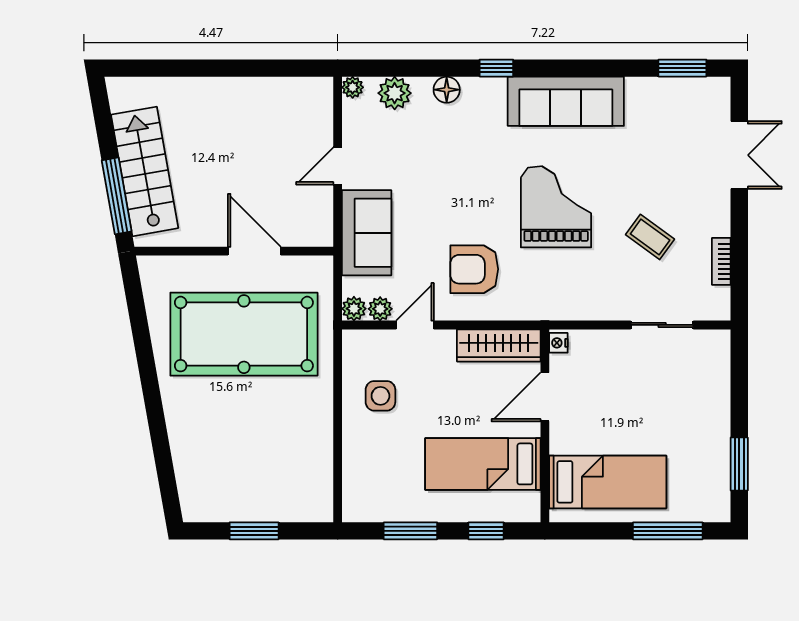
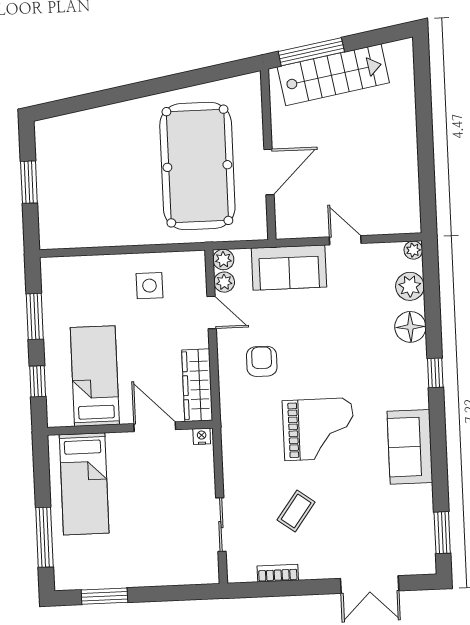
floor lamp: (447, 90) -> (410, 327), width x1.38, depth x1.38
sofa: (566, 101) -> (410, 447), width x0.73
armchair: (474, 269) -> (262, 361), width x0.72, depth x0.72

